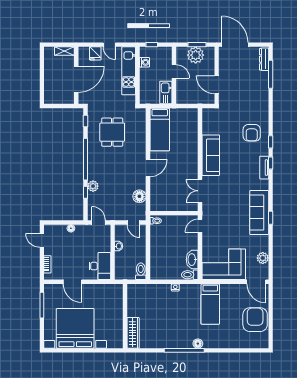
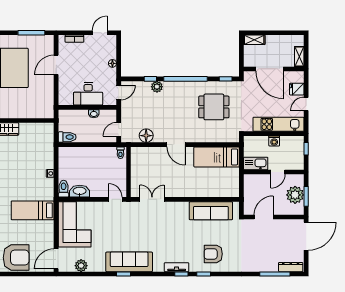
washing machine: (145, 62) -> (274, 141), moved
shelving: (48, 94) -> (254, 40), added
sofa: (211, 155) -> (211, 211), moved
desk: (100, 266) -> (88, 94), moved

